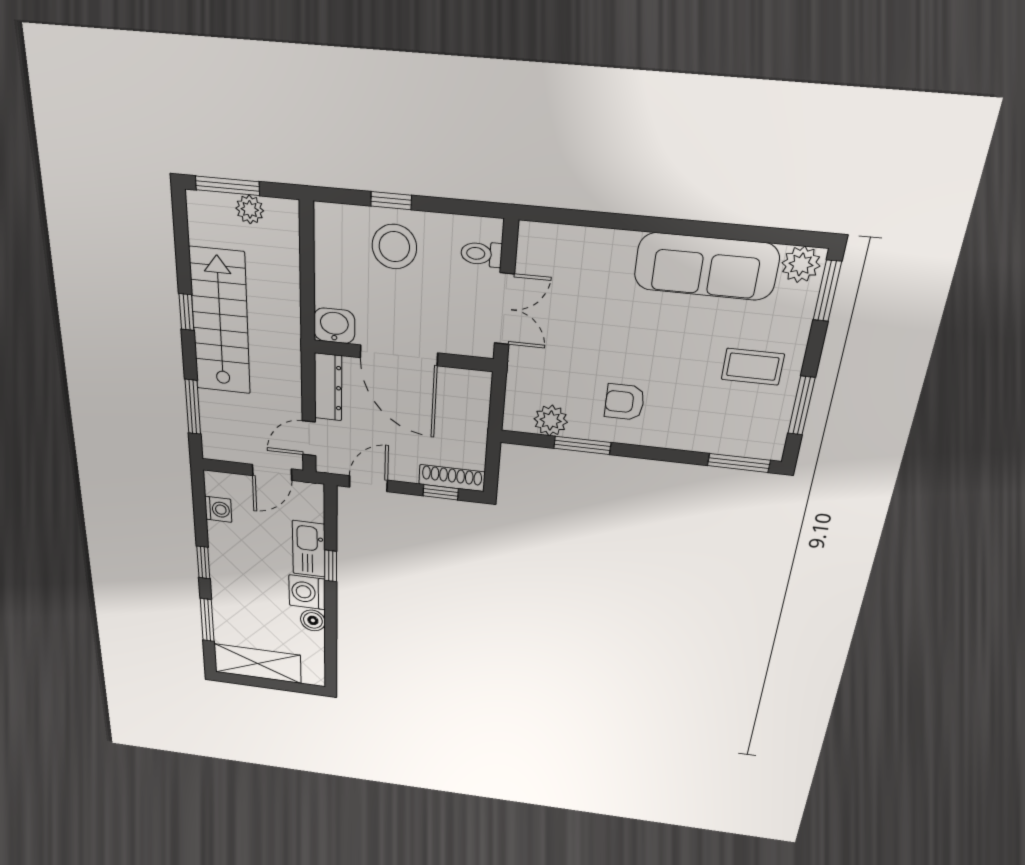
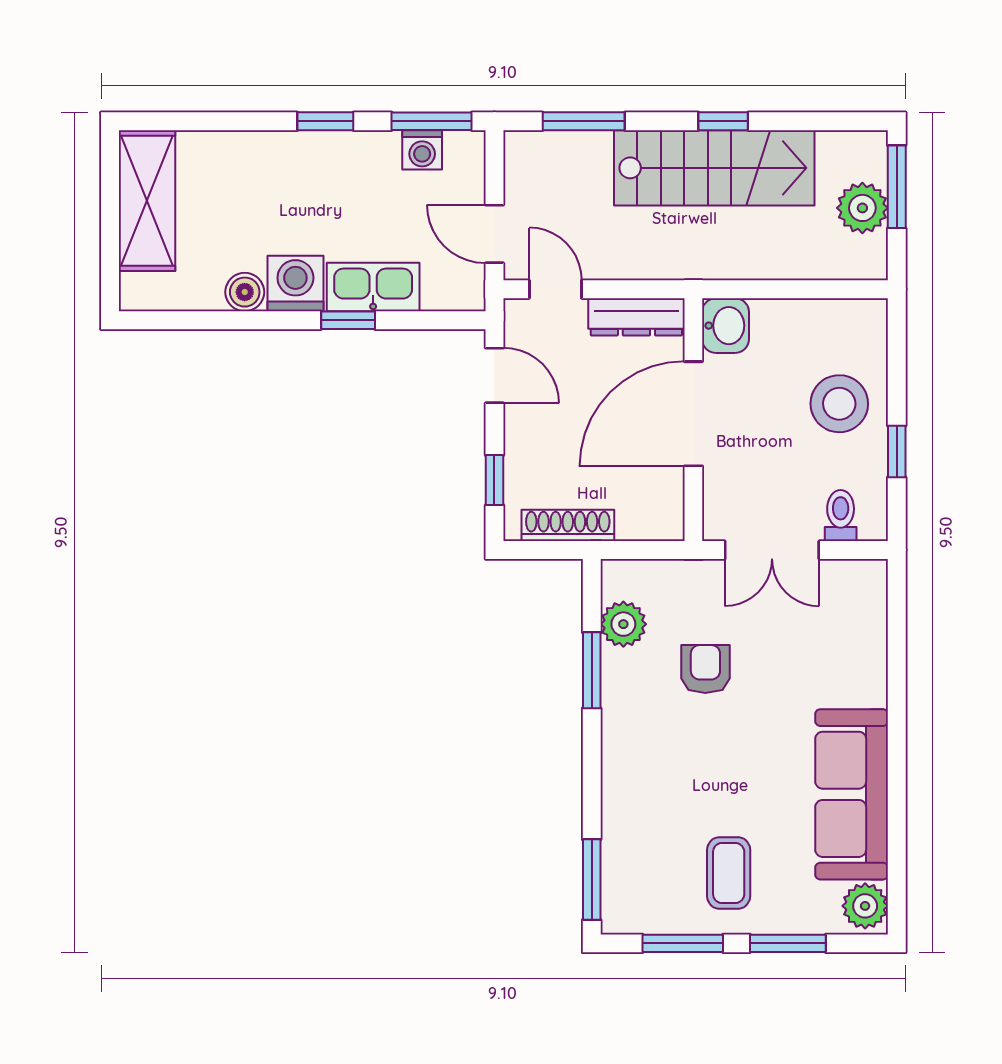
window: (391, 201) -> (897, 451), moved
plant: (250, 209) -> (862, 208), width x1.38, depth x1.38
window: (827, 291) -> (788, 943), moved
armchair: (625, 402) -> (705, 669), moved
shoe rack: (452, 478) -> (568, 525), moved, turned -90
window: (207, 620) -> (432, 121), moved

